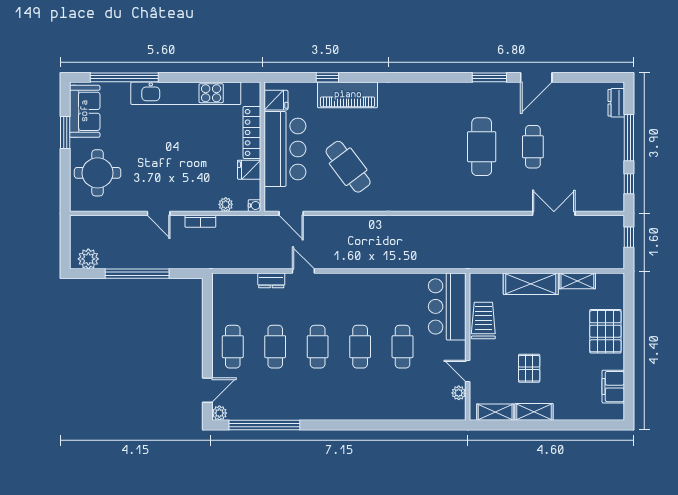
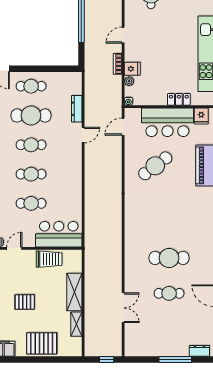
locker: (252, 132) -> (179, 99), width x0.66
fridge: (249, 170) -> (132, 69), moved, turned 90
window: (629, 184) -> (143, 360), removed
dresser: (271, 280) -> (77, 109), width x1.44
cafe table: (275, 347) -> (31, 116), width x1.37, depth x1.35
pallet: (529, 368) -> (25, 302), moved

